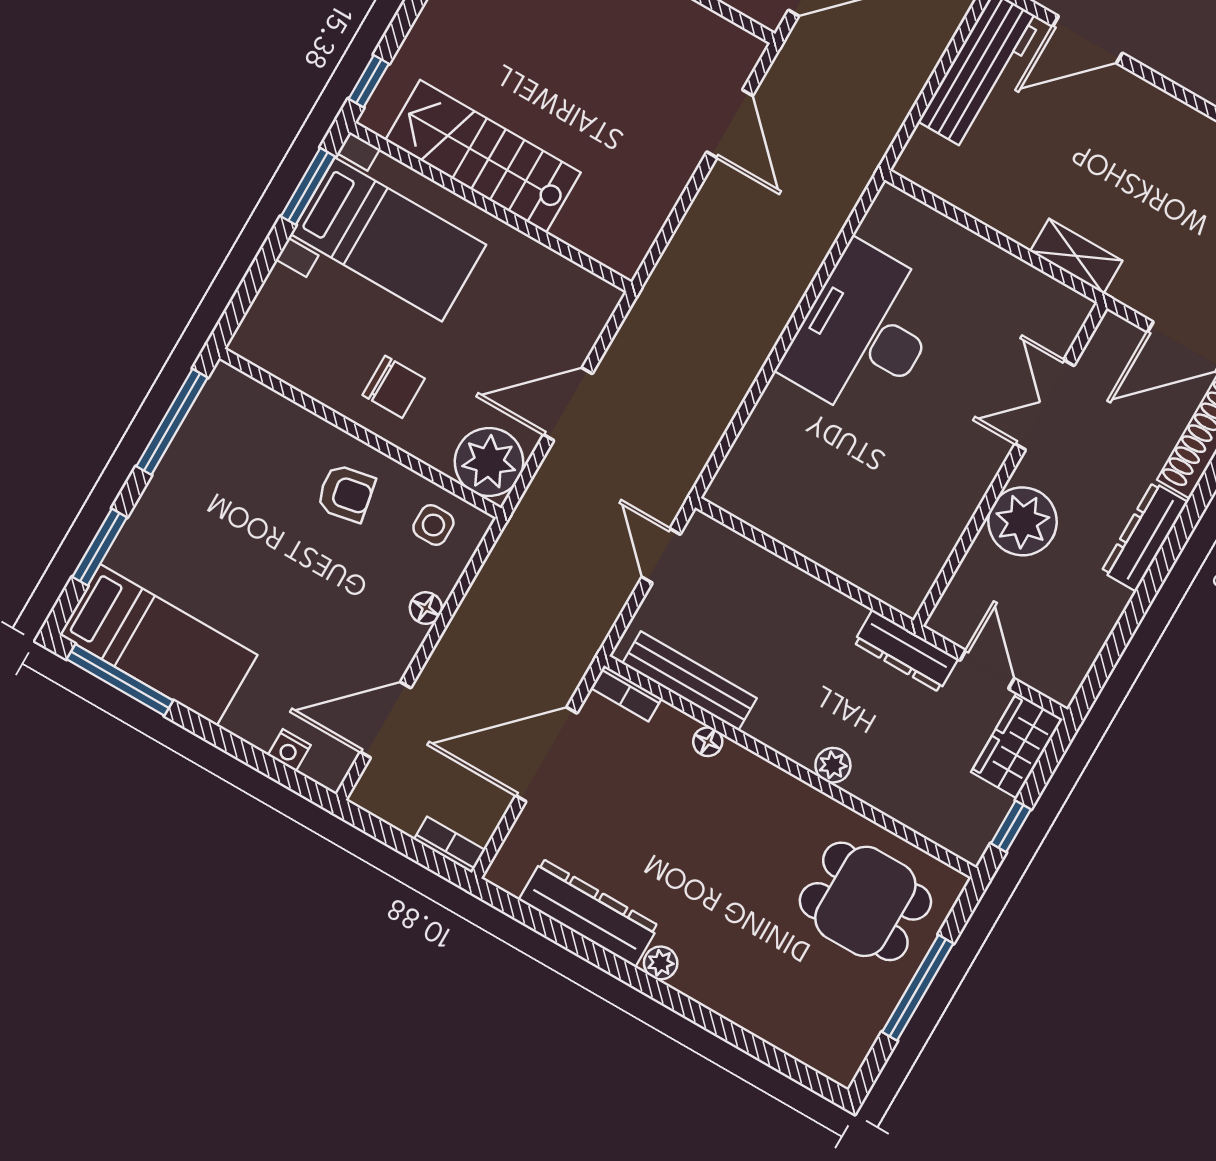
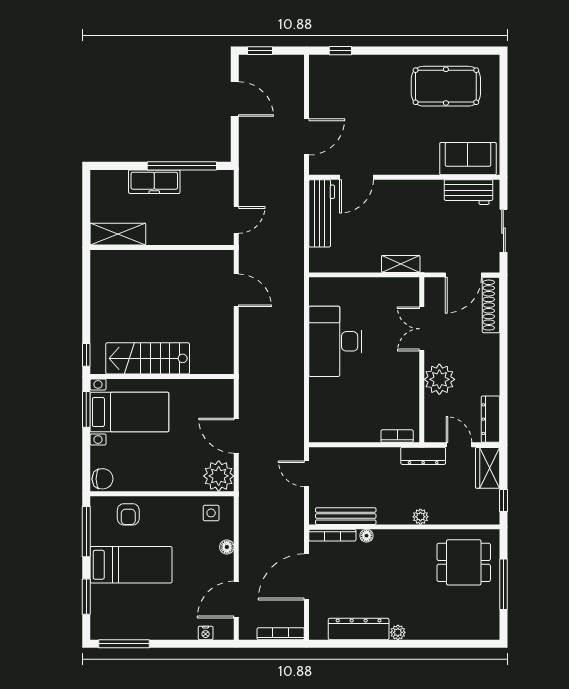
chair: (394, 387) -> (102, 479), moved
door: (568, 404) -> (236, 436), hinge flipped
armchair: (346, 493) -> (128, 514), moved, turned 101
dresser: (1145, 537) -> (490, 419), moved
bookcase: (877, 584) -> (397, 436), added
bed: (158, 645) -> (131, 565), moved
bookcase: (626, 693) -> (332, 535), width x1.56
bookcase: (450, 845) -> (281, 634), width x1.56

